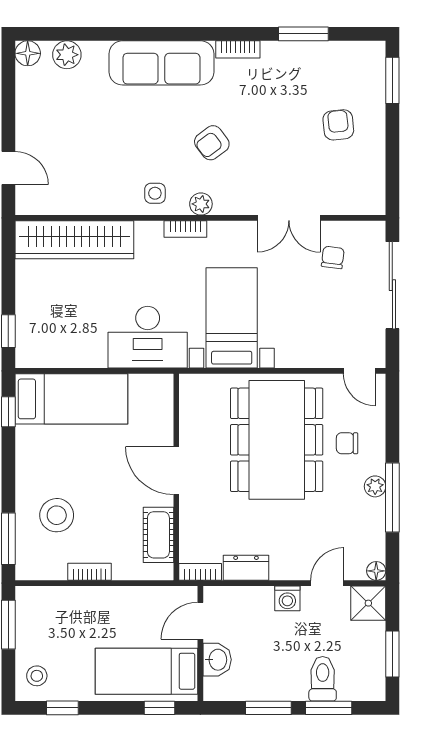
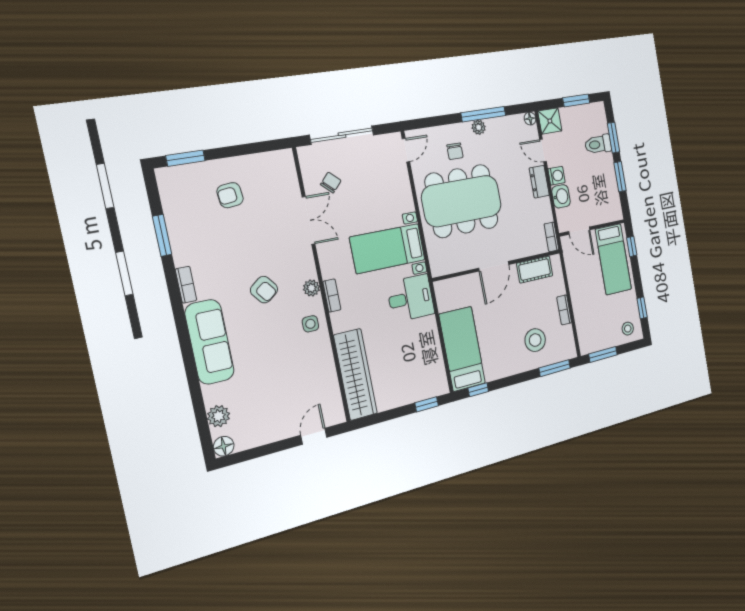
chair: (333, 257) -> (331, 183), turned 126
desk: (148, 337) -> (411, 298), width x0.73
dresser: (246, 568) -> (539, 182), moved
washbasin: (217, 660) -> (561, 196), moved, turned 90

